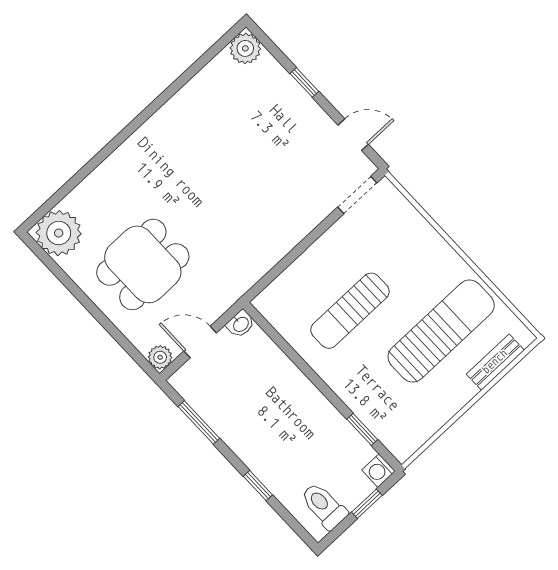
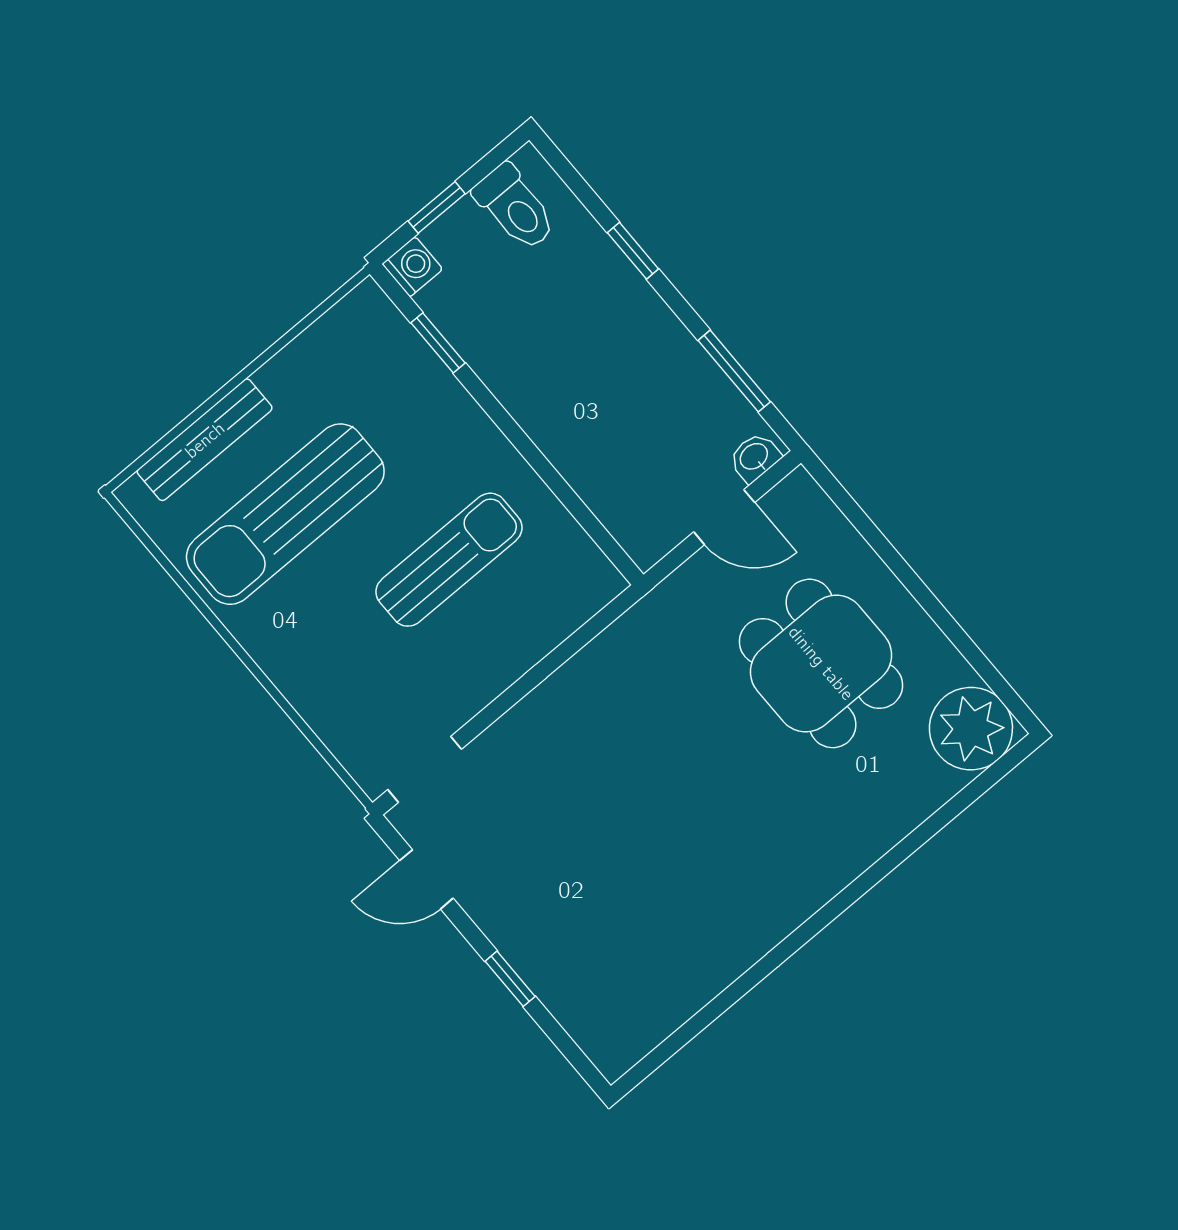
plant: (245, 48) -> (614, 1046), removed
dining table: (143, 264) -> (821, 663), turned 90
washbasin: (241, 324) -> (755, 457), moved
plant: (160, 357) -> (798, 493), removed
bench: (495, 362) -> (205, 440), width x1.36

